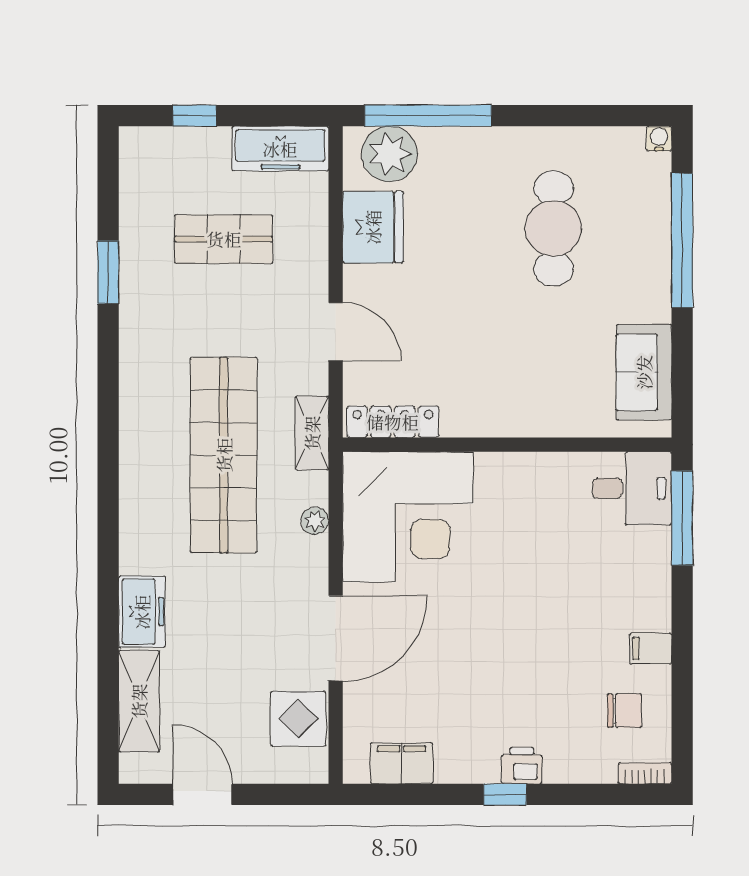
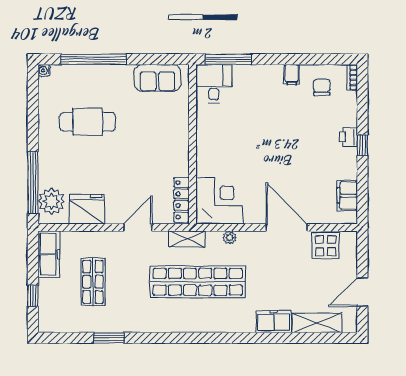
corner desk: (408, 517) -> (219, 201), width x0.74, depth x0.74

